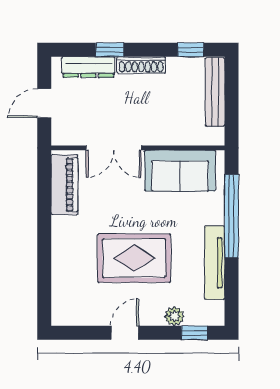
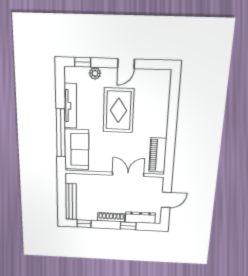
sofa: (180, 171) -> (77, 149), moved, turned 90
rug: (134, 258) -> (119, 110), turned 90

